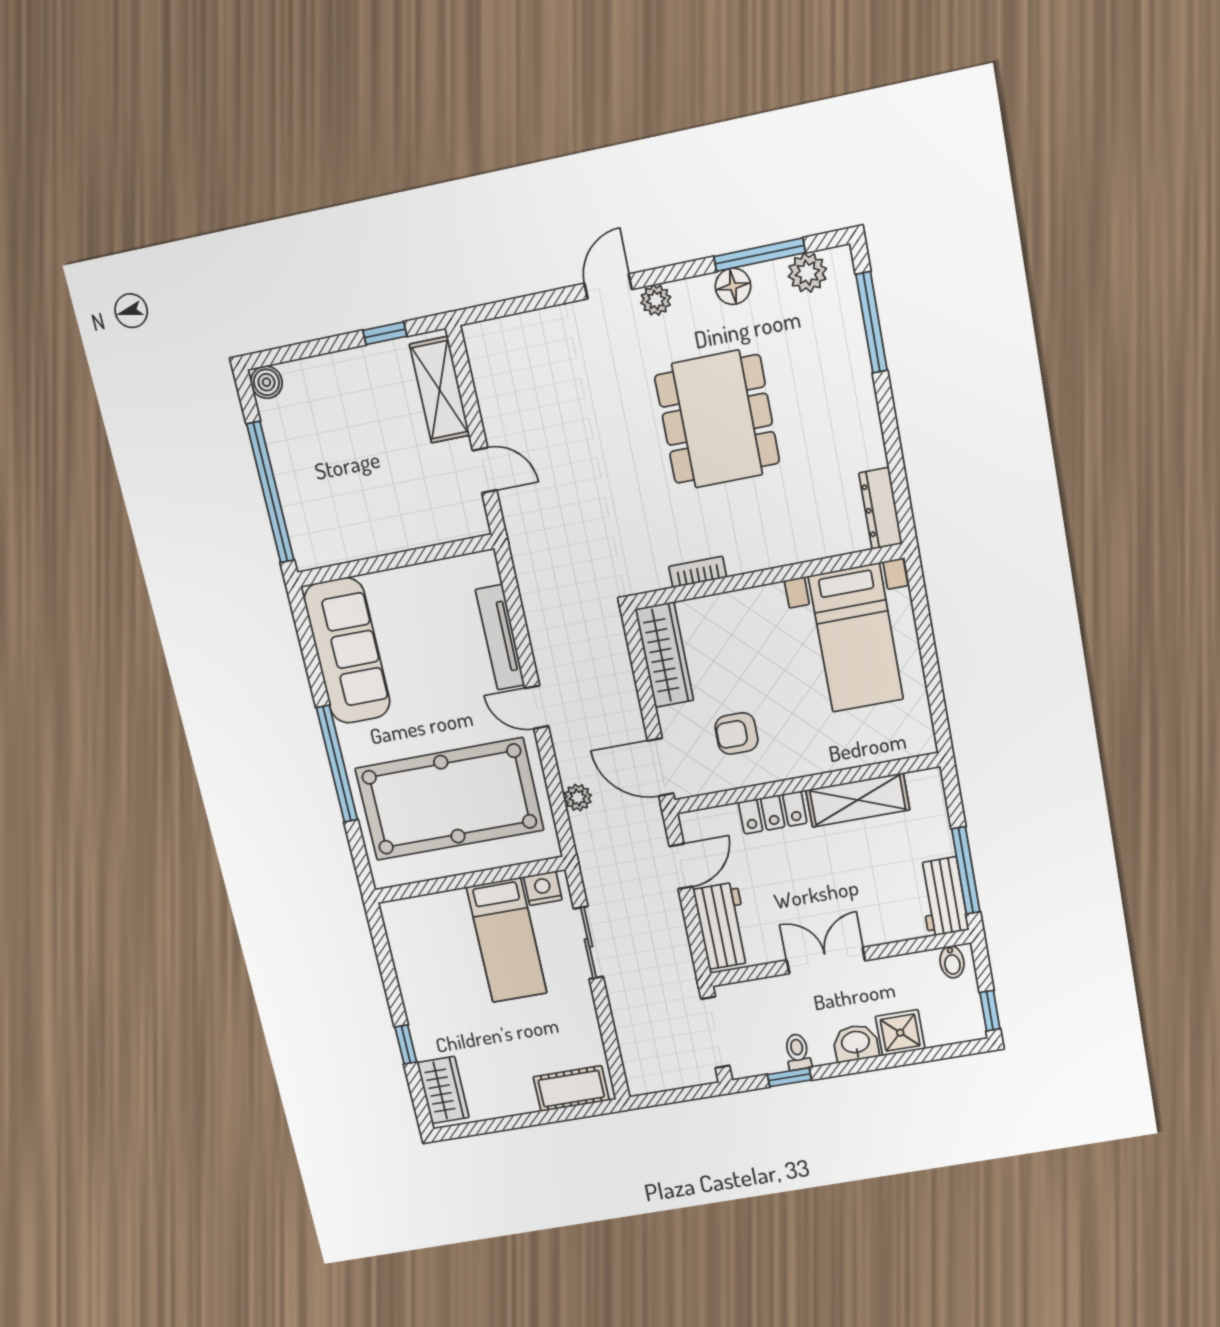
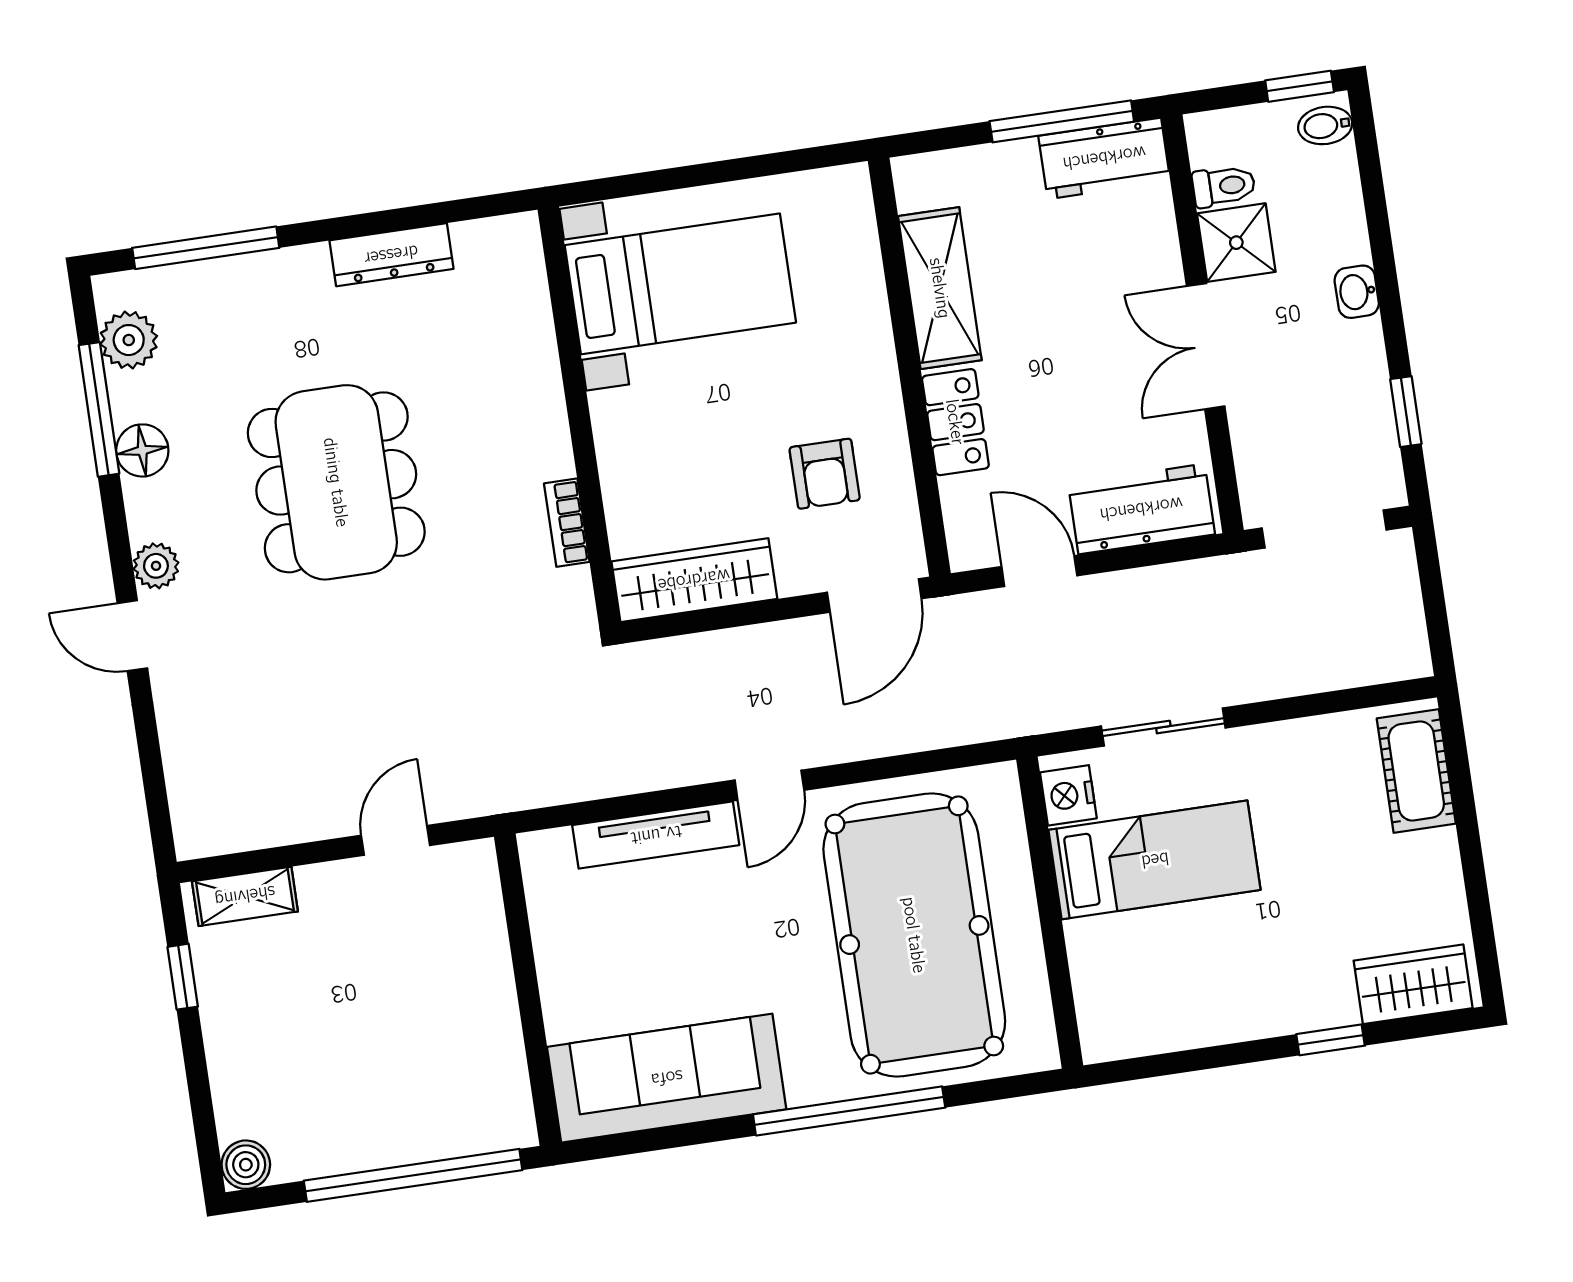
shelving: (440, 390) -> (245, 896), width x0.67, depth x0.75
dining table: (717, 419) -> (336, 482), turned 90
dresser: (881, 508) -> (391, 255), moved
plant: (578, 797) -> (919, 730), removed
bidet: (952, 962) -> (1325, 125), moved, turned 180
shower: (900, 1033) -> (1236, 243), moved
washbasin: (856, 1043) -> (1357, 292), width x0.72, depth x0.69
toilet: (798, 1052) -> (1224, 186), moved, turned 180

